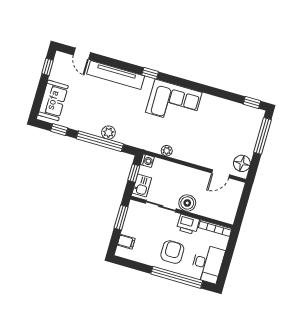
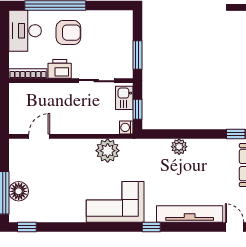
window: (100, 141) -> (186, 134), removed
plant: (167, 151) -> (108, 151), width x1.87, depth x1.87
floor lamp: (242, 163) -> (19, 191), moved
boiler: (187, 203) -> (67, 93), removed
filing cabinet: (126, 242) -> (124, 29), removed
armchair: (172, 252) -> (68, 33), turned -90

